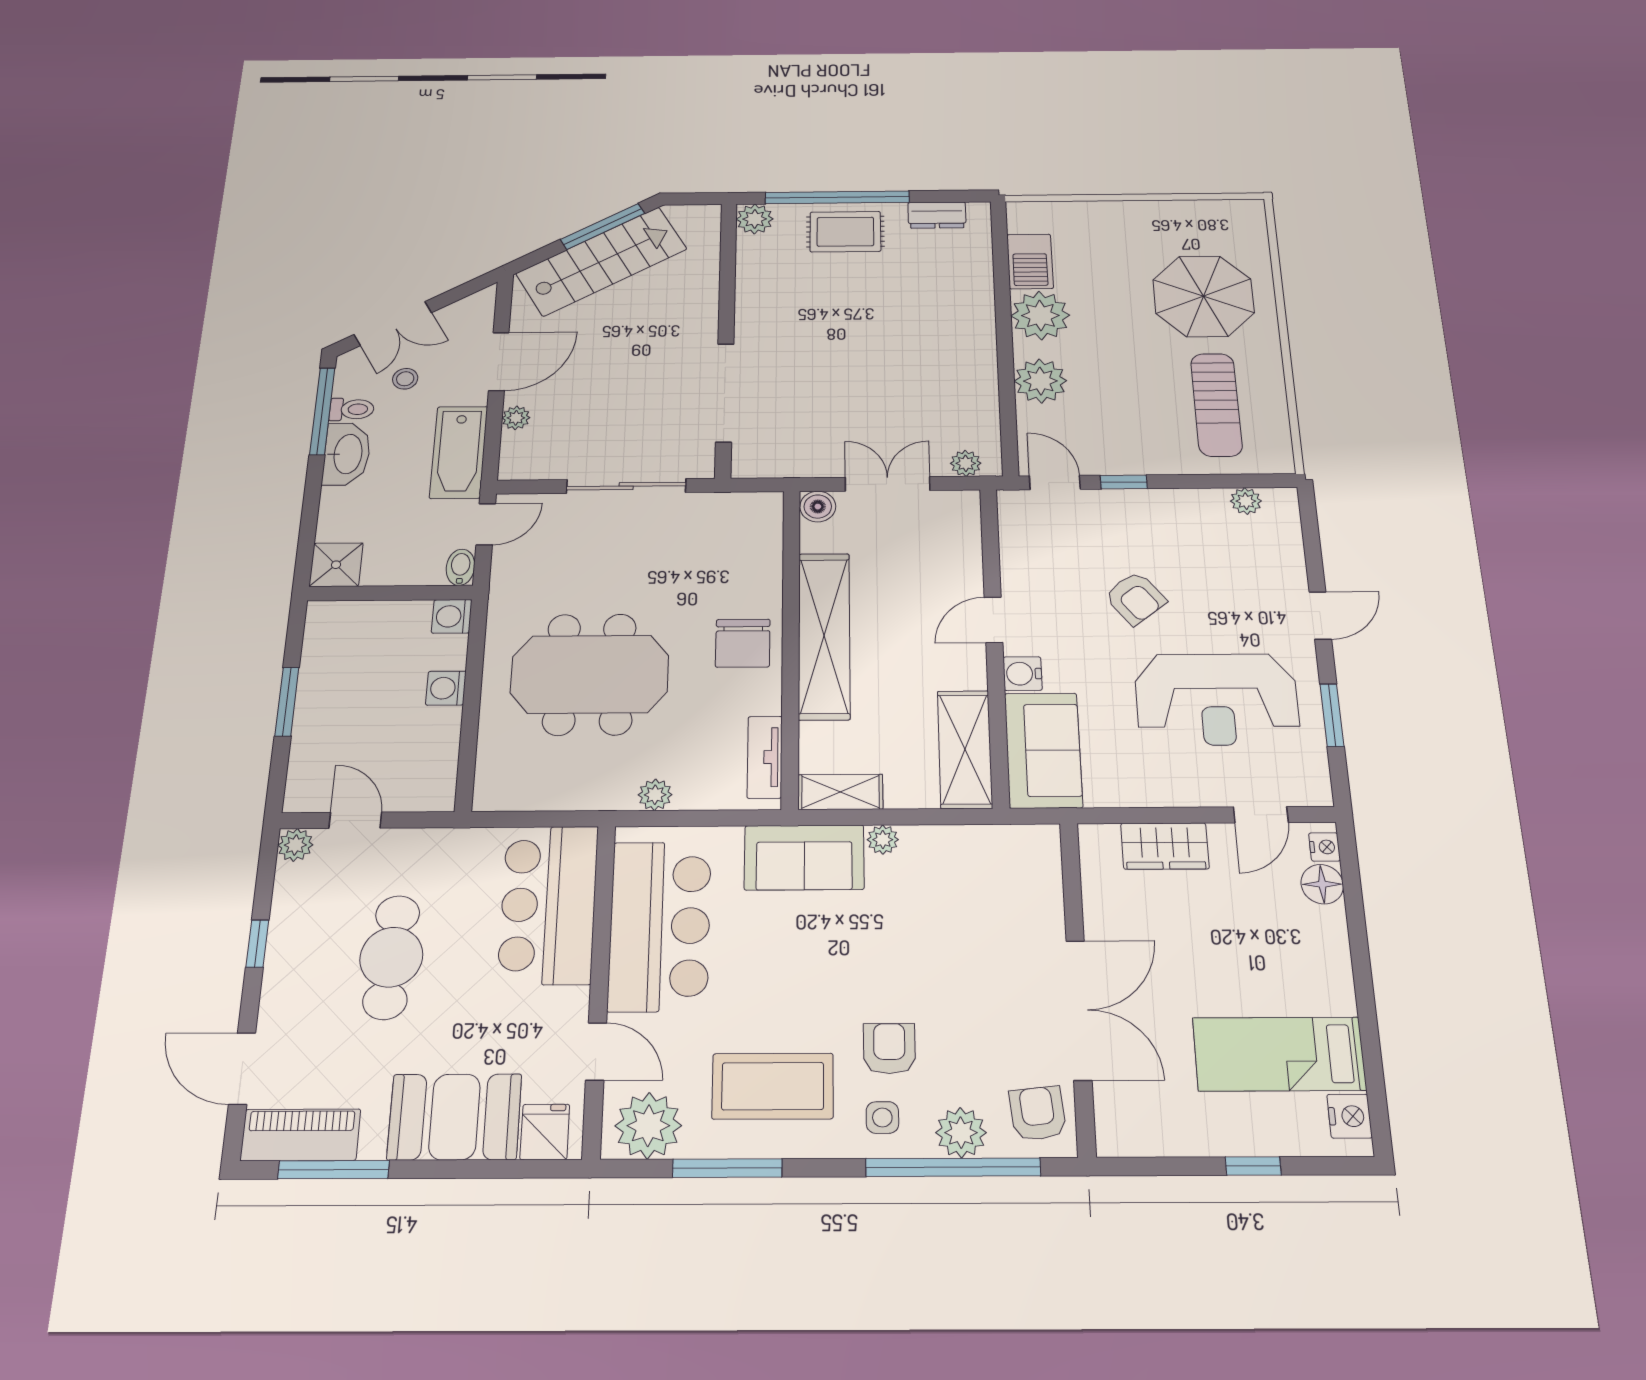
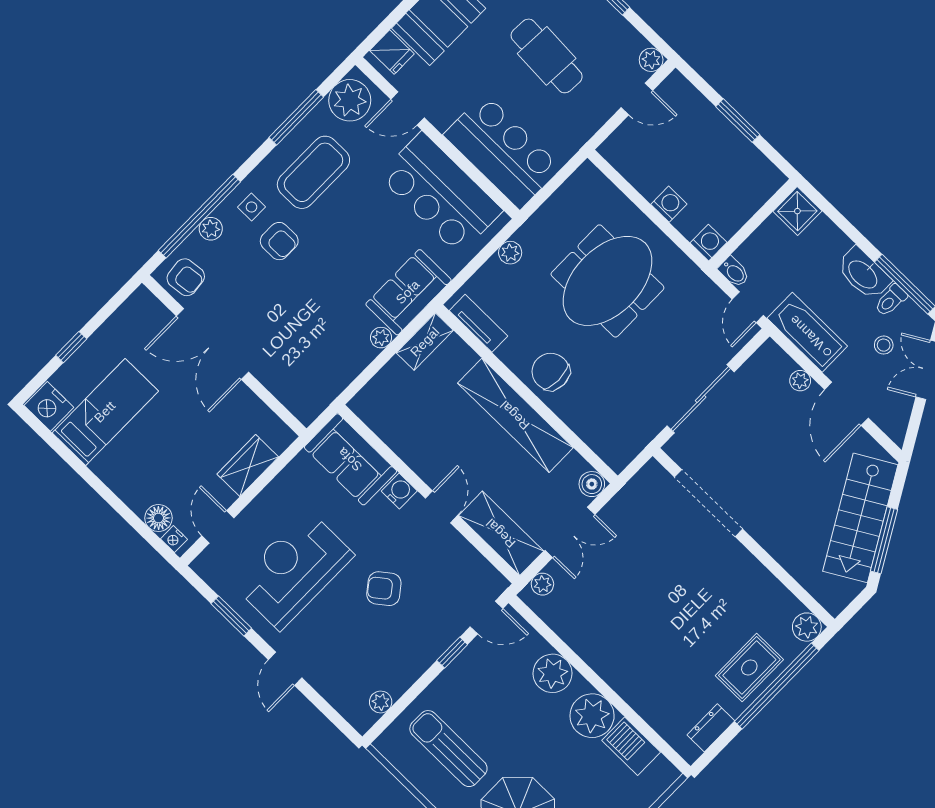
shelving: (965, 749) -> (501, 533), moved
nightstand: (1350, 1116) -> (49, 406), width x1.36, depth x1.33
plant: (961, 1133) -> (211, 229), width x0.73, depth x0.73

